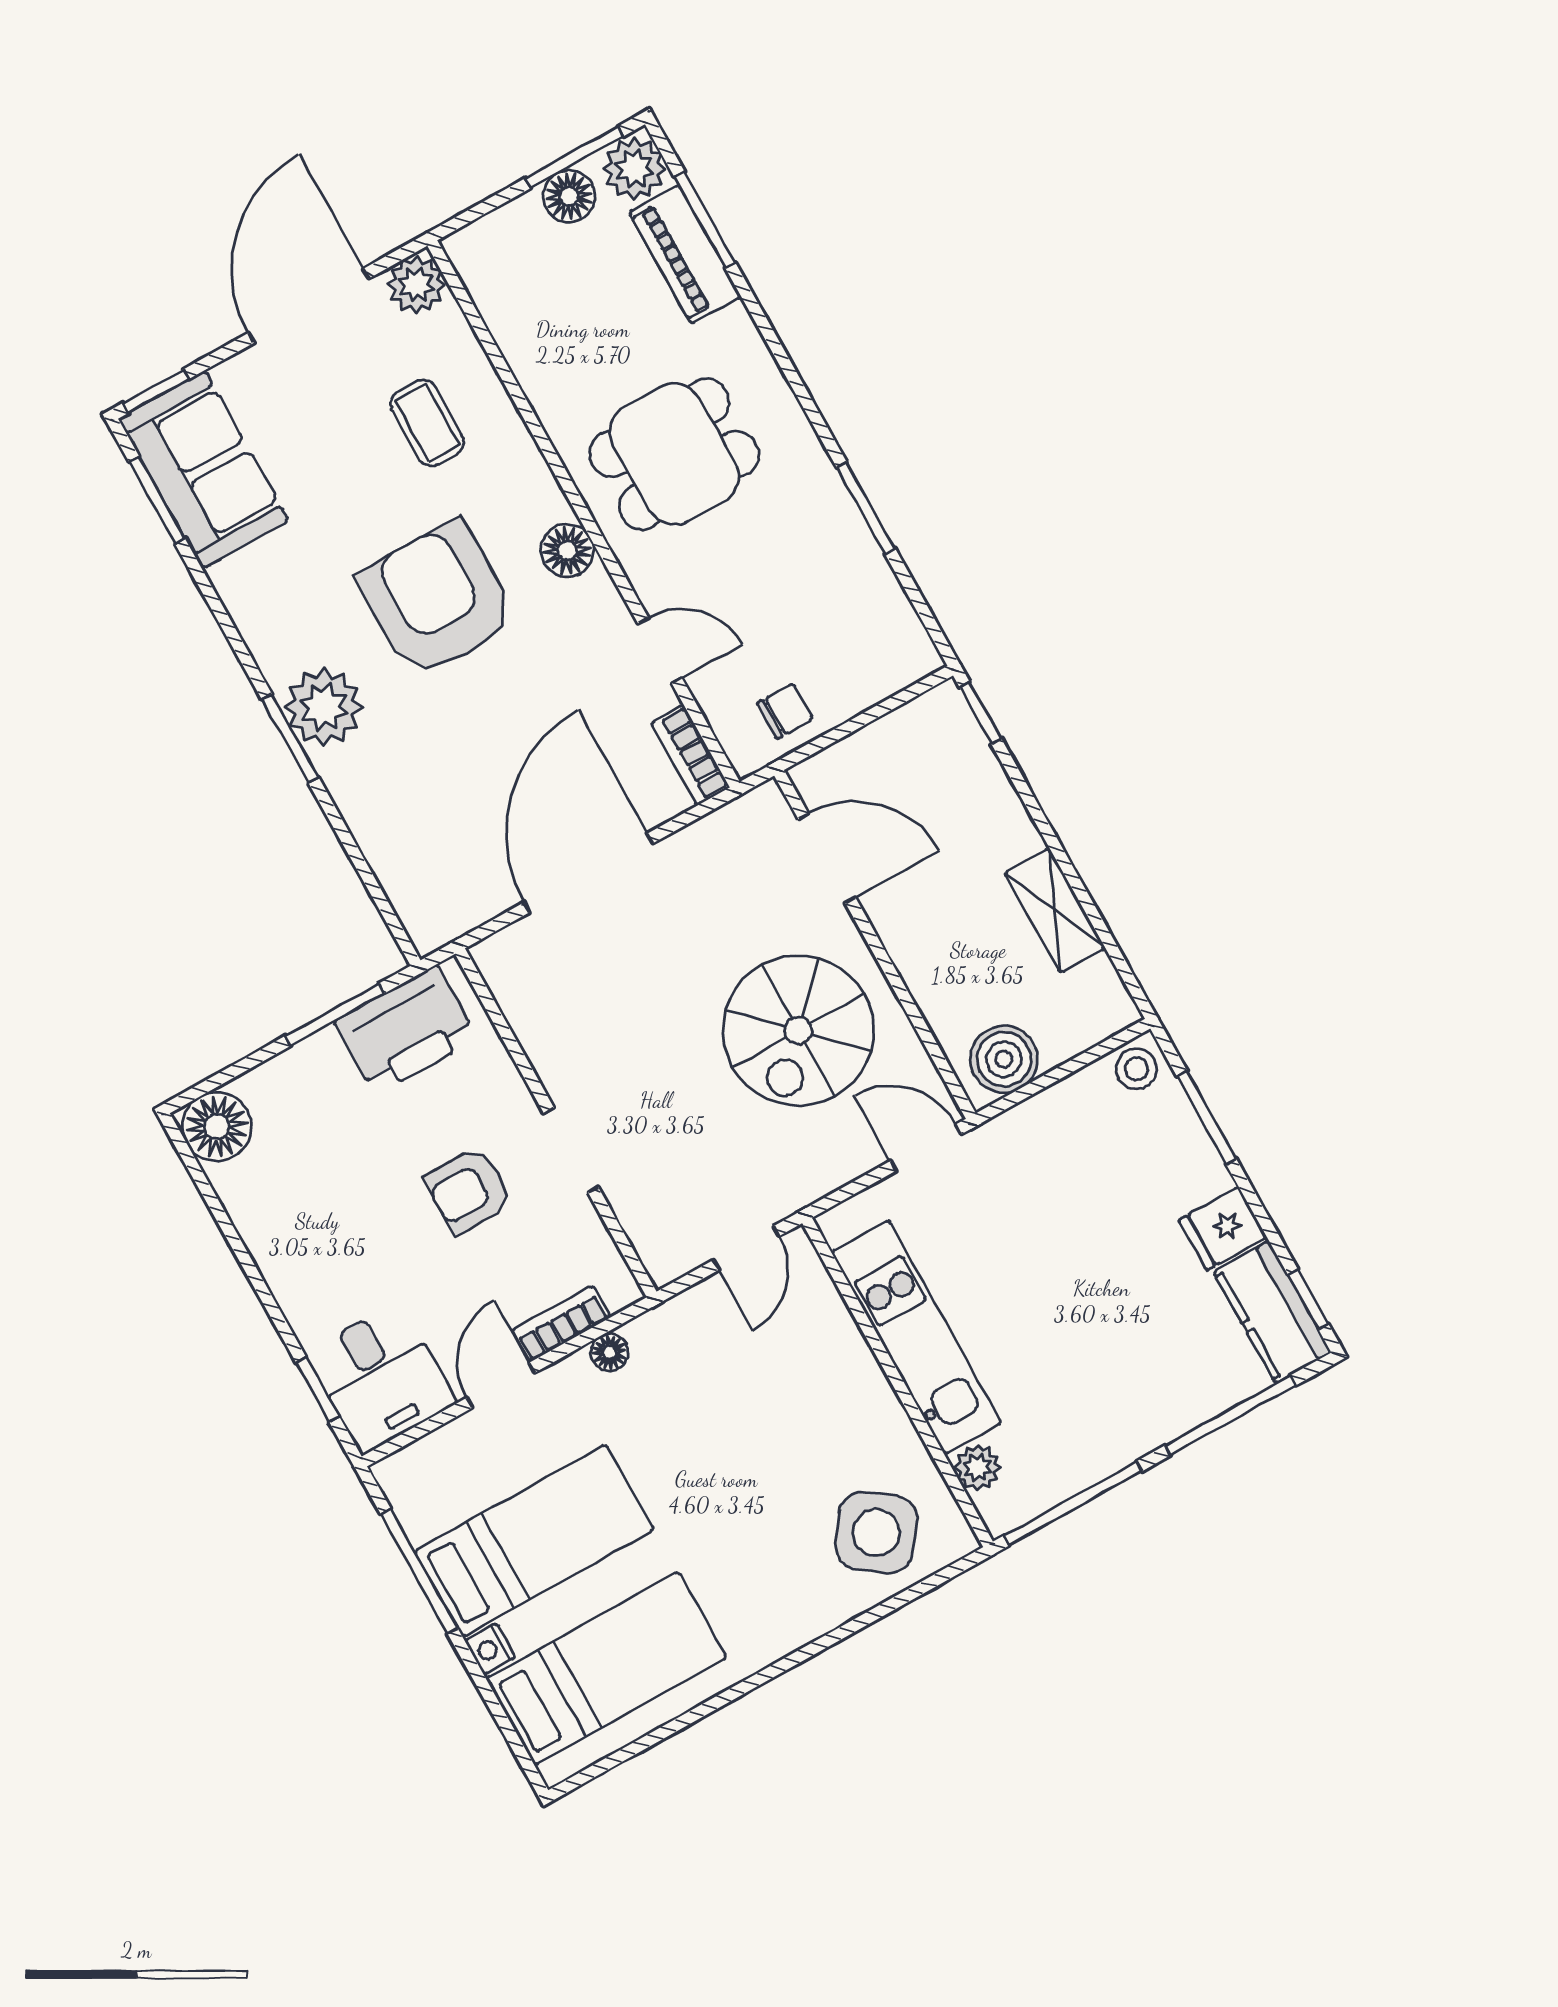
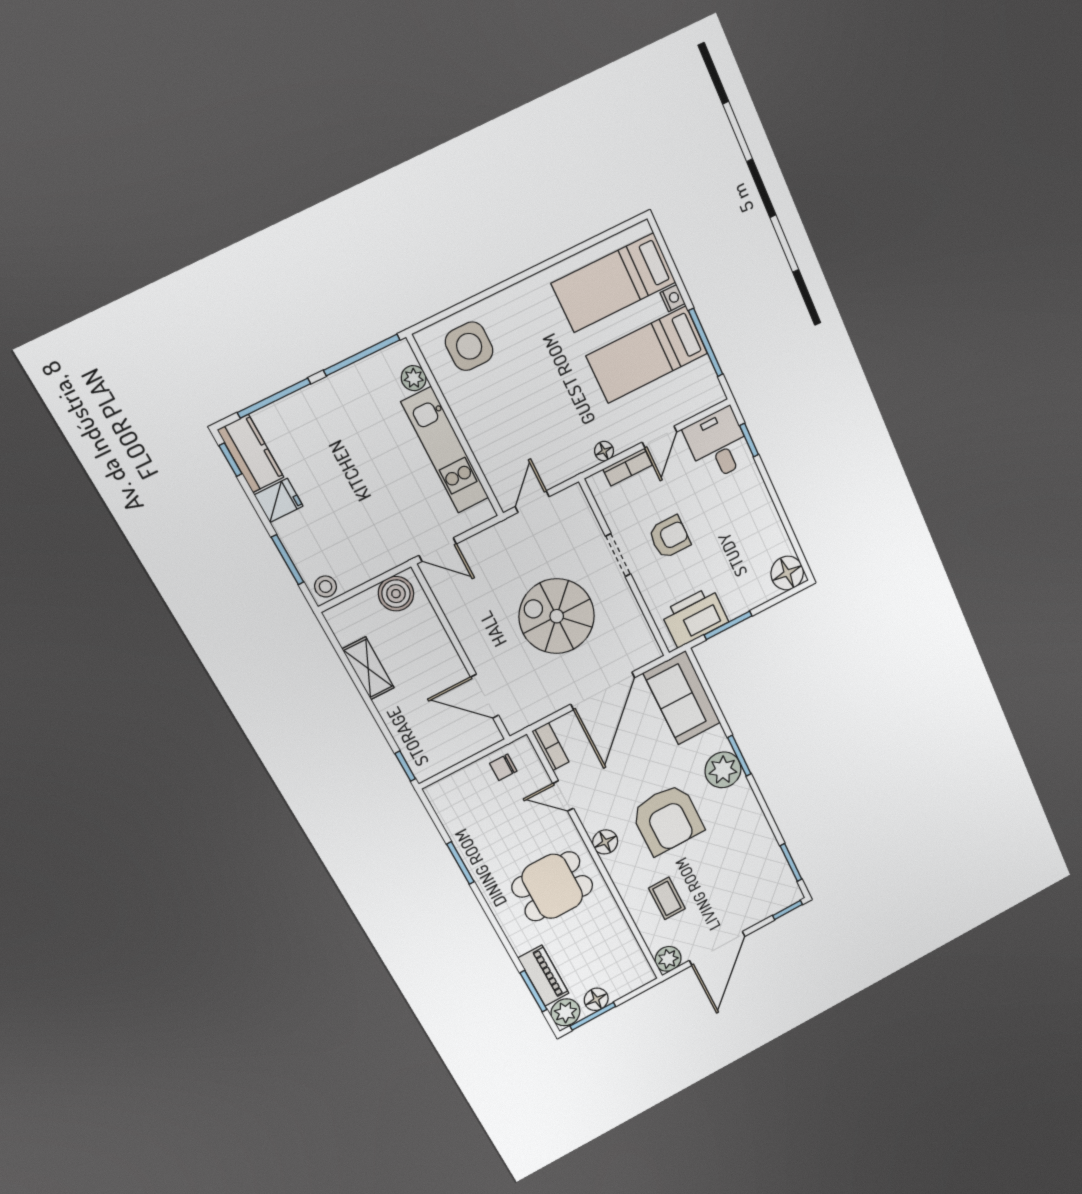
sofa: (203, 470) -> (682, 698), moved
spiral stairs: (798, 1030) -> (557, 616), moved, turned -90
side table: (876, 1533) -> (469, 346), turned -36

